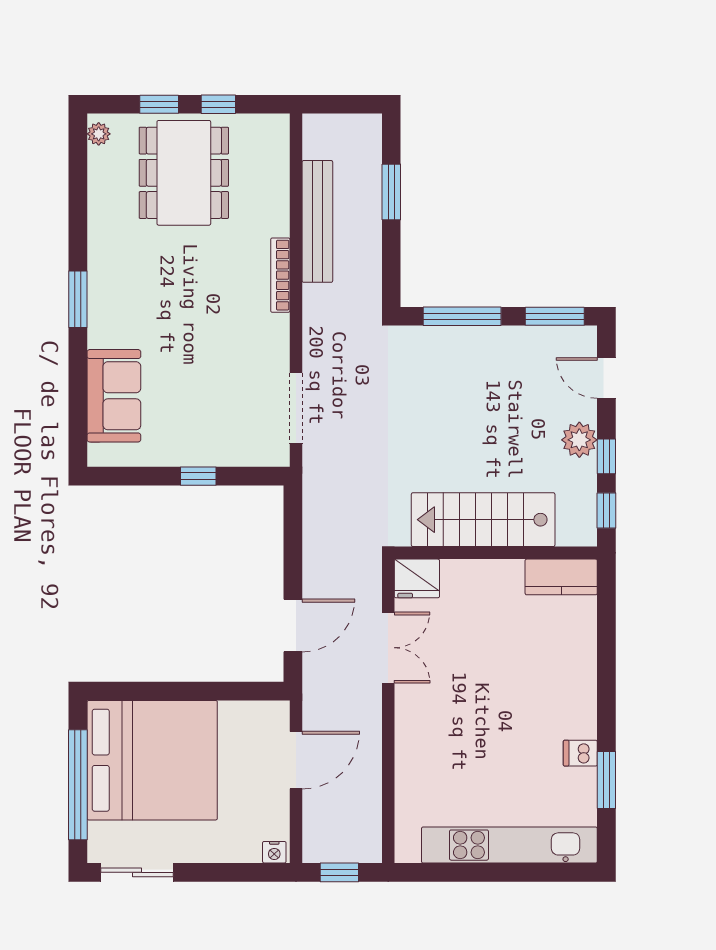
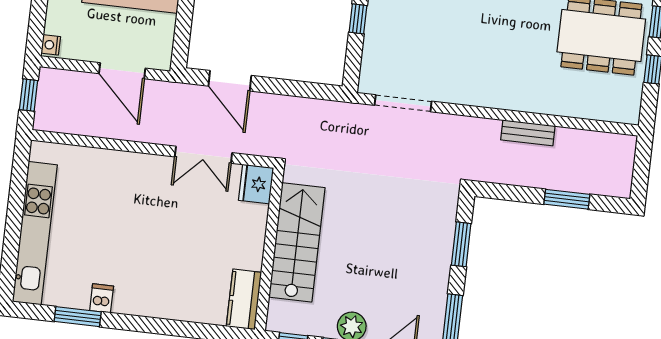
bench: (317, 221) -> (528, 133), width x0.54, depth x0.82
bookcase: (280, 275) -> (511, 103), removed
window: (462, 316) -> (461, 244), width x0.69

